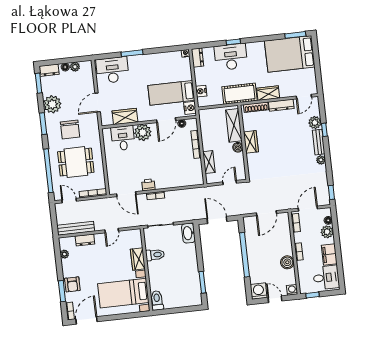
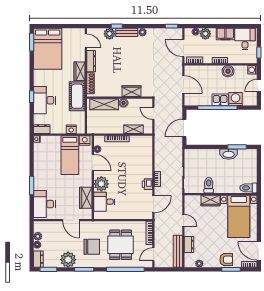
wardrobe: (251, 142) -> (131, 91), moved
washbasin: (188, 233) -> (229, 154), moved
kitchen sink: (254, 257) -> (220, 100), added
washing machine: (259, 291) -> (236, 99), moved, turned 90

